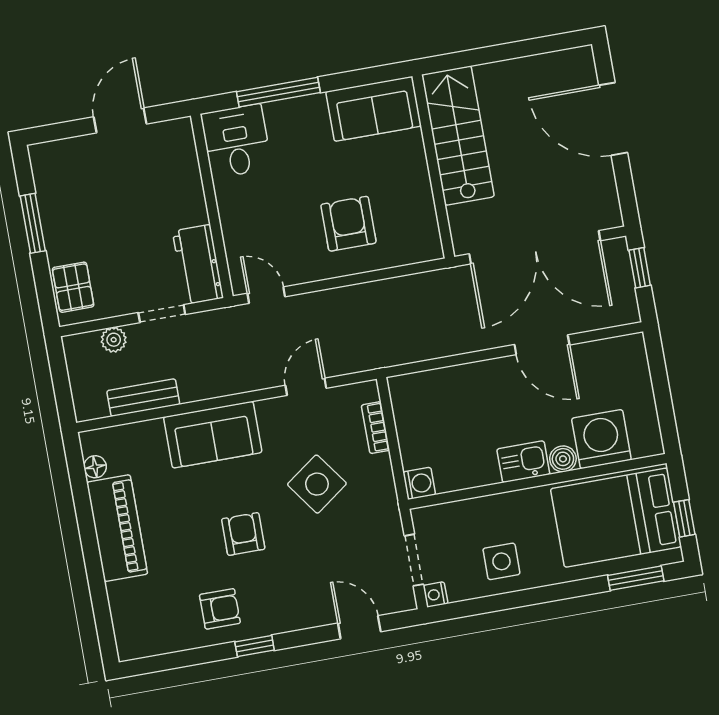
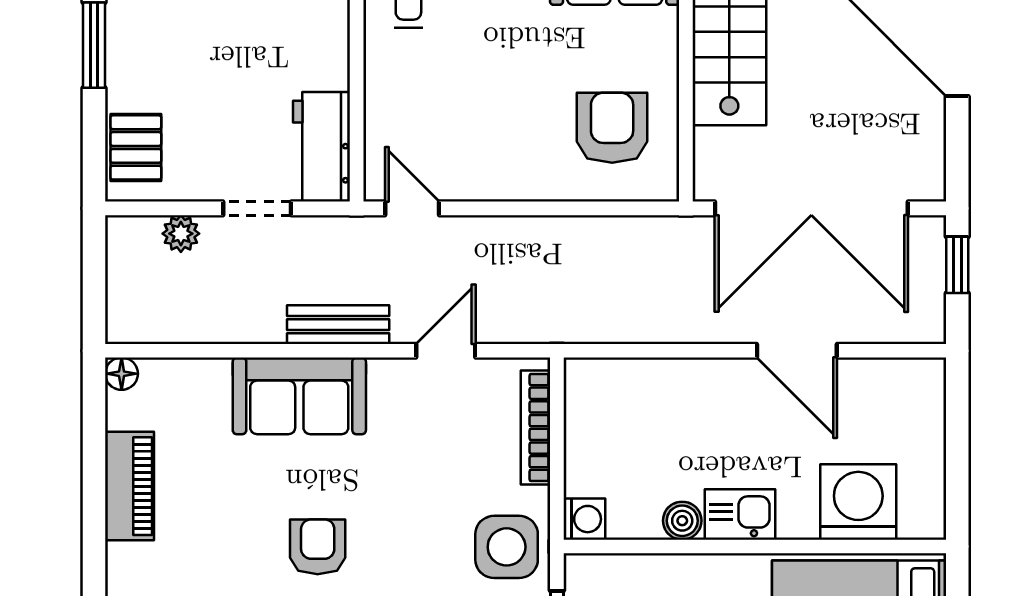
armchair: (348, 224) -> (612, 128), moved
bench: (143, 398) -> (338, 325), moved
bookcase: (375, 428) -> (536, 427), width x1.56
boiler: (563, 459) -> (682, 521), moved
floor lamp: (95, 467) -> (122, 374), moved
side table: (317, 484) -> (507, 547), moved, turned 36
piano: (117, 528) -> (130, 486), width x0.73, depth x0.75

